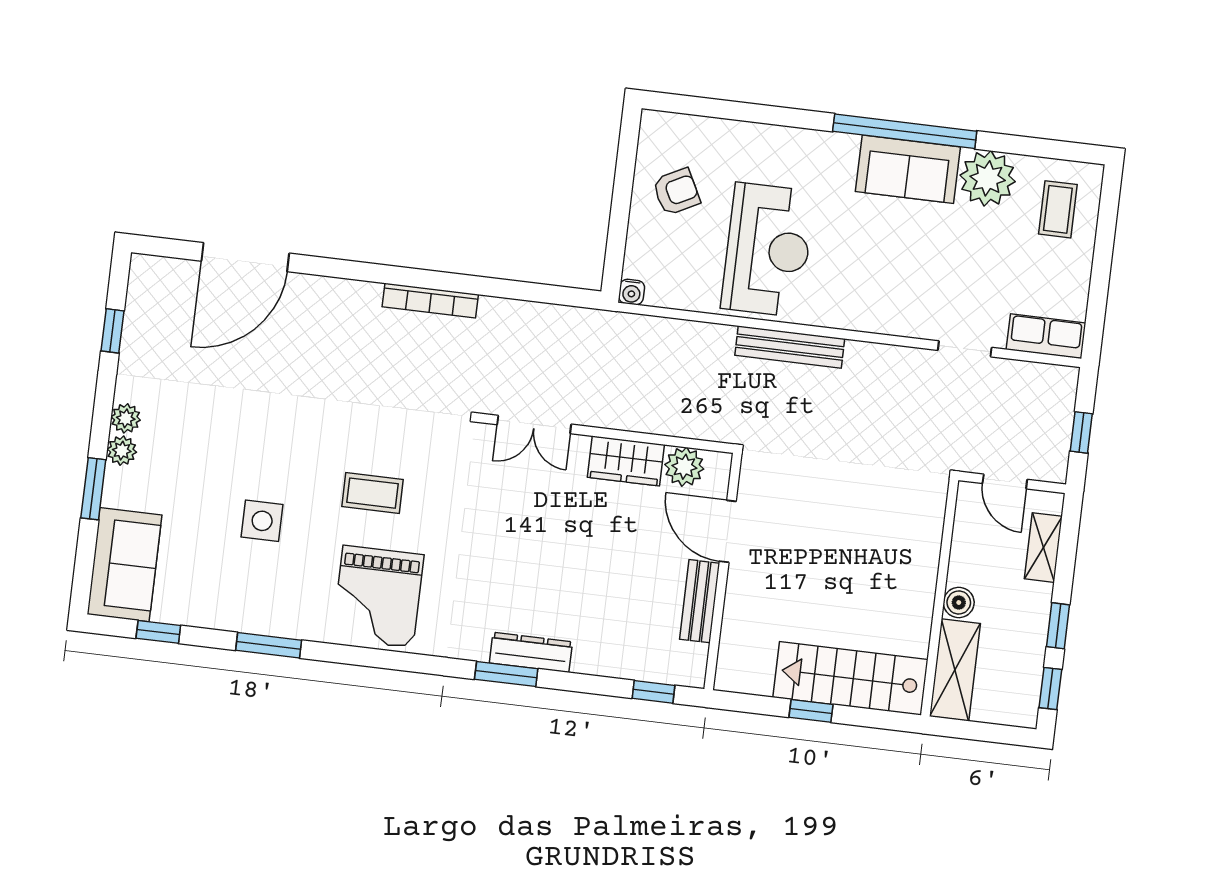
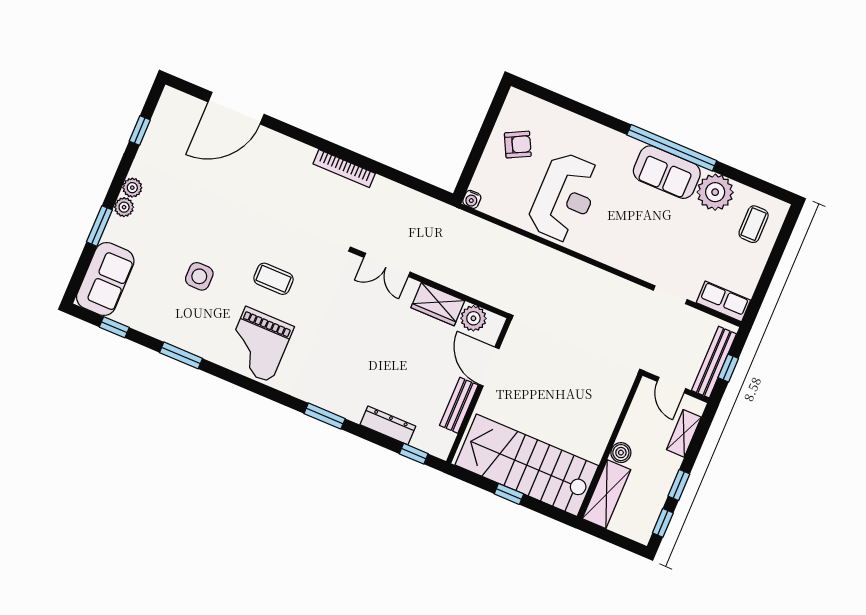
bench: (790, 347) -> (714, 362), moved, turned 90
dresser: (531, 652) -> (388, 425), moved
stairs: (850, 678) -> (527, 465), width x1.36, depth x1.51

